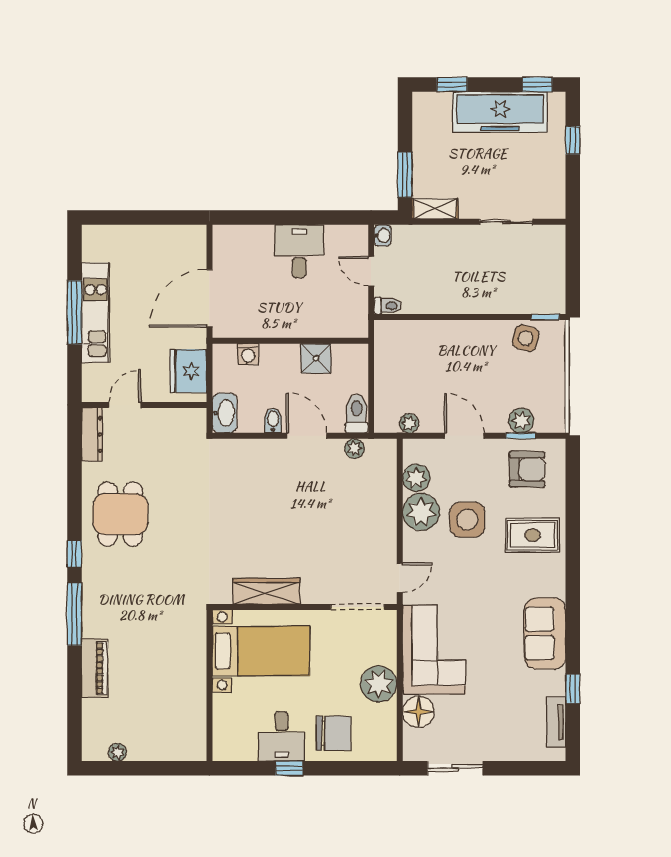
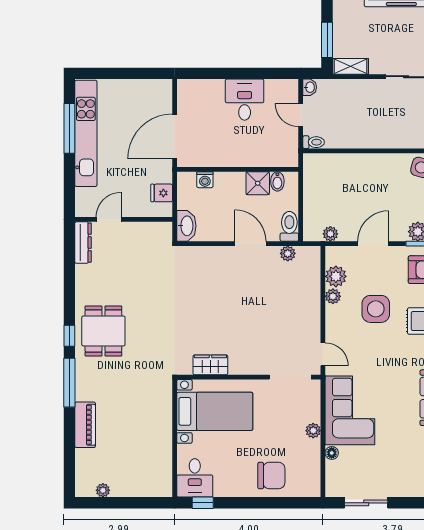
window: (74, 312) -> (69, 128), moved
kitchen unit: (96, 313) -> (86, 133), width x1.36
fridge: (188, 371) -> (162, 193), width x0.53, depth x0.75
bidet: (273, 420) -> (277, 181), moved, turned 180
door: (464, 436) -> (373, 244), hinge flipped
plant: (421, 512) -> (333, 296), width x0.53, depth x0.53
dining table: (120, 514) -> (103, 331), moved
door: (400, 578) -> (323, 354), hinge flipped
wardrobe: (266, 591) -> (210, 365), width x0.67
plant: (379, 684) -> (313, 431), width x0.53, depth x0.53
floor lamp: (418, 712) -> (332, 453), width x0.53, depth x0.53
desk: (282, 736) -> (195, 478), moved
window: (289, 768) -> (203, 503), moved

